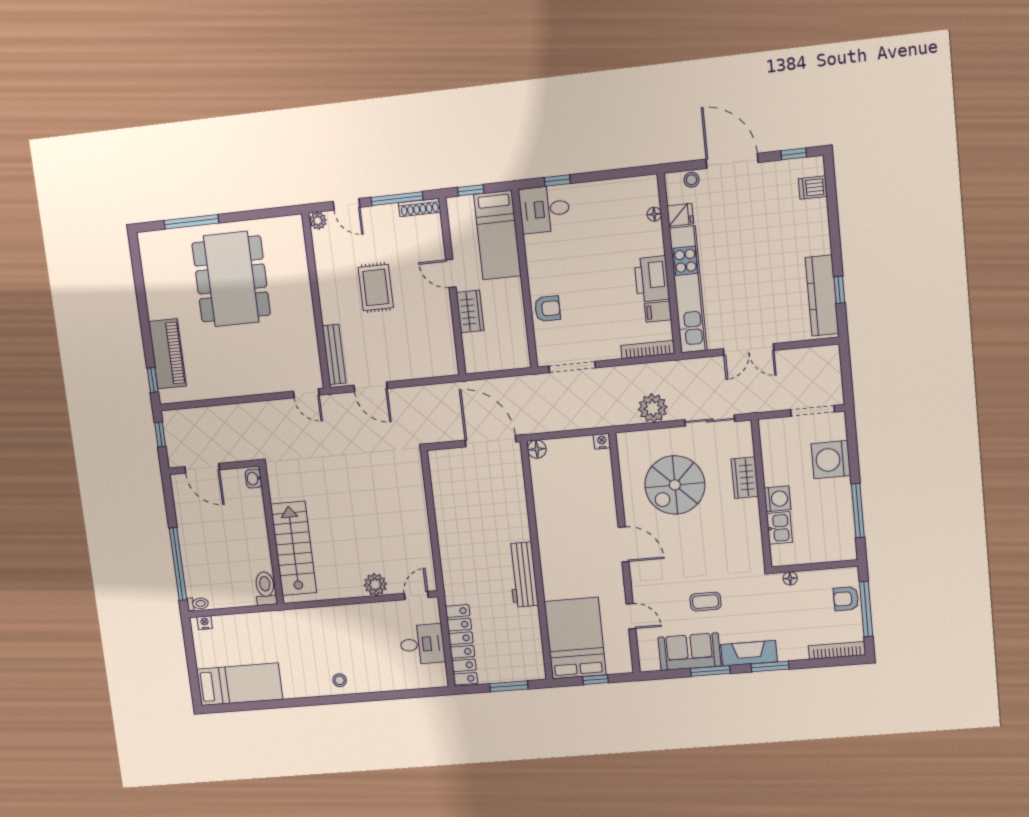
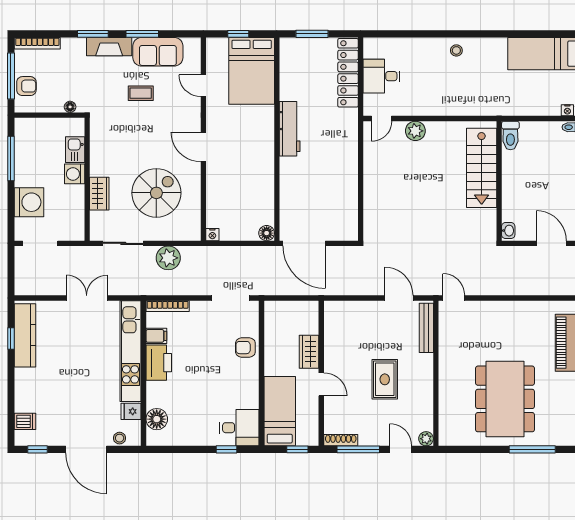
floor lamp: (654, 214) -> (157, 419), width x1.89, depth x1.89

